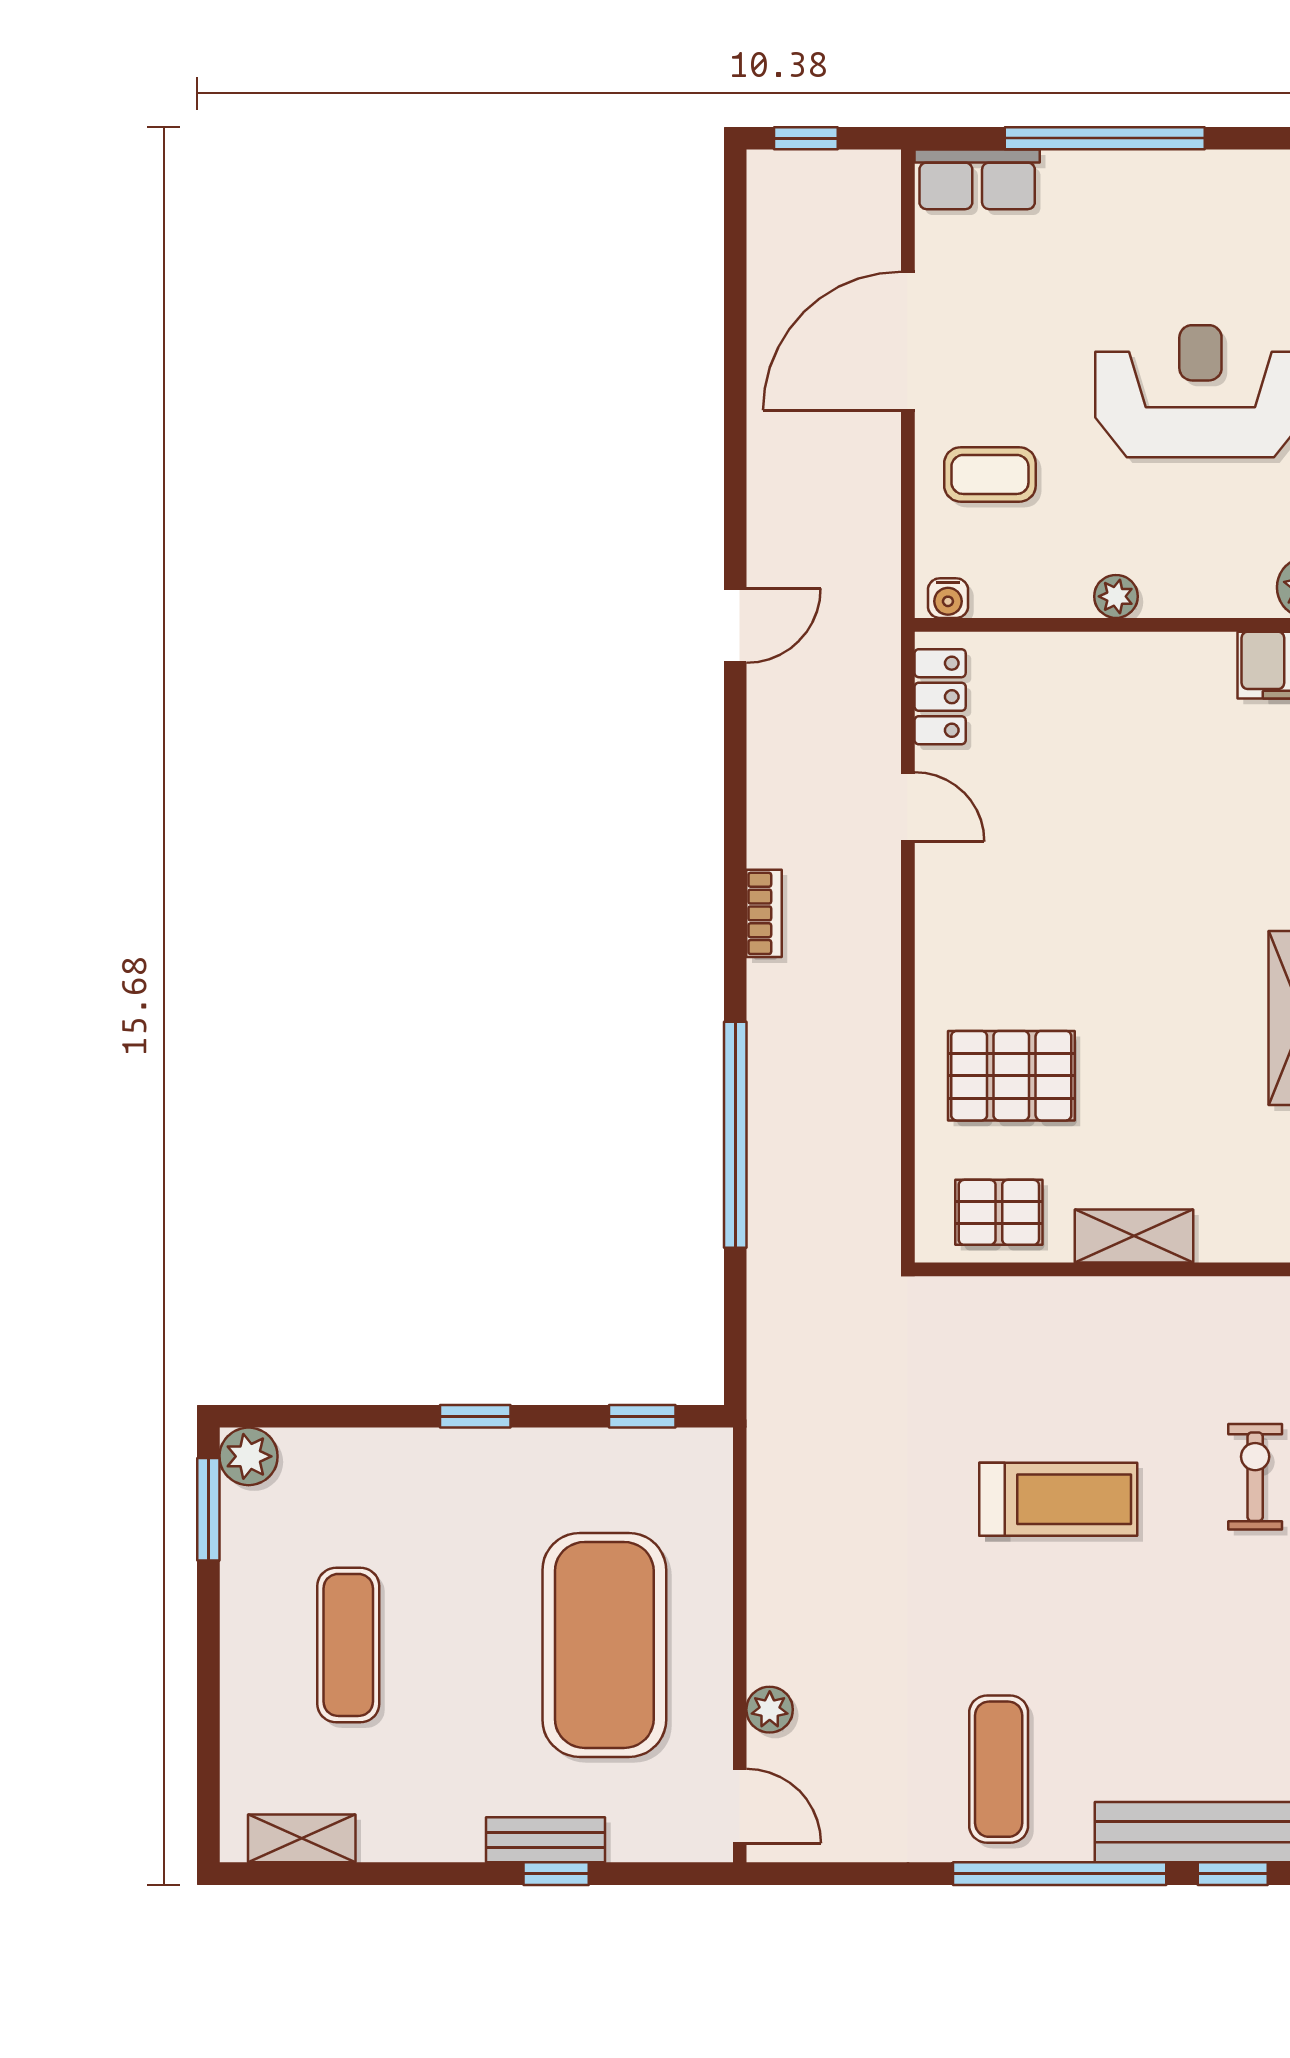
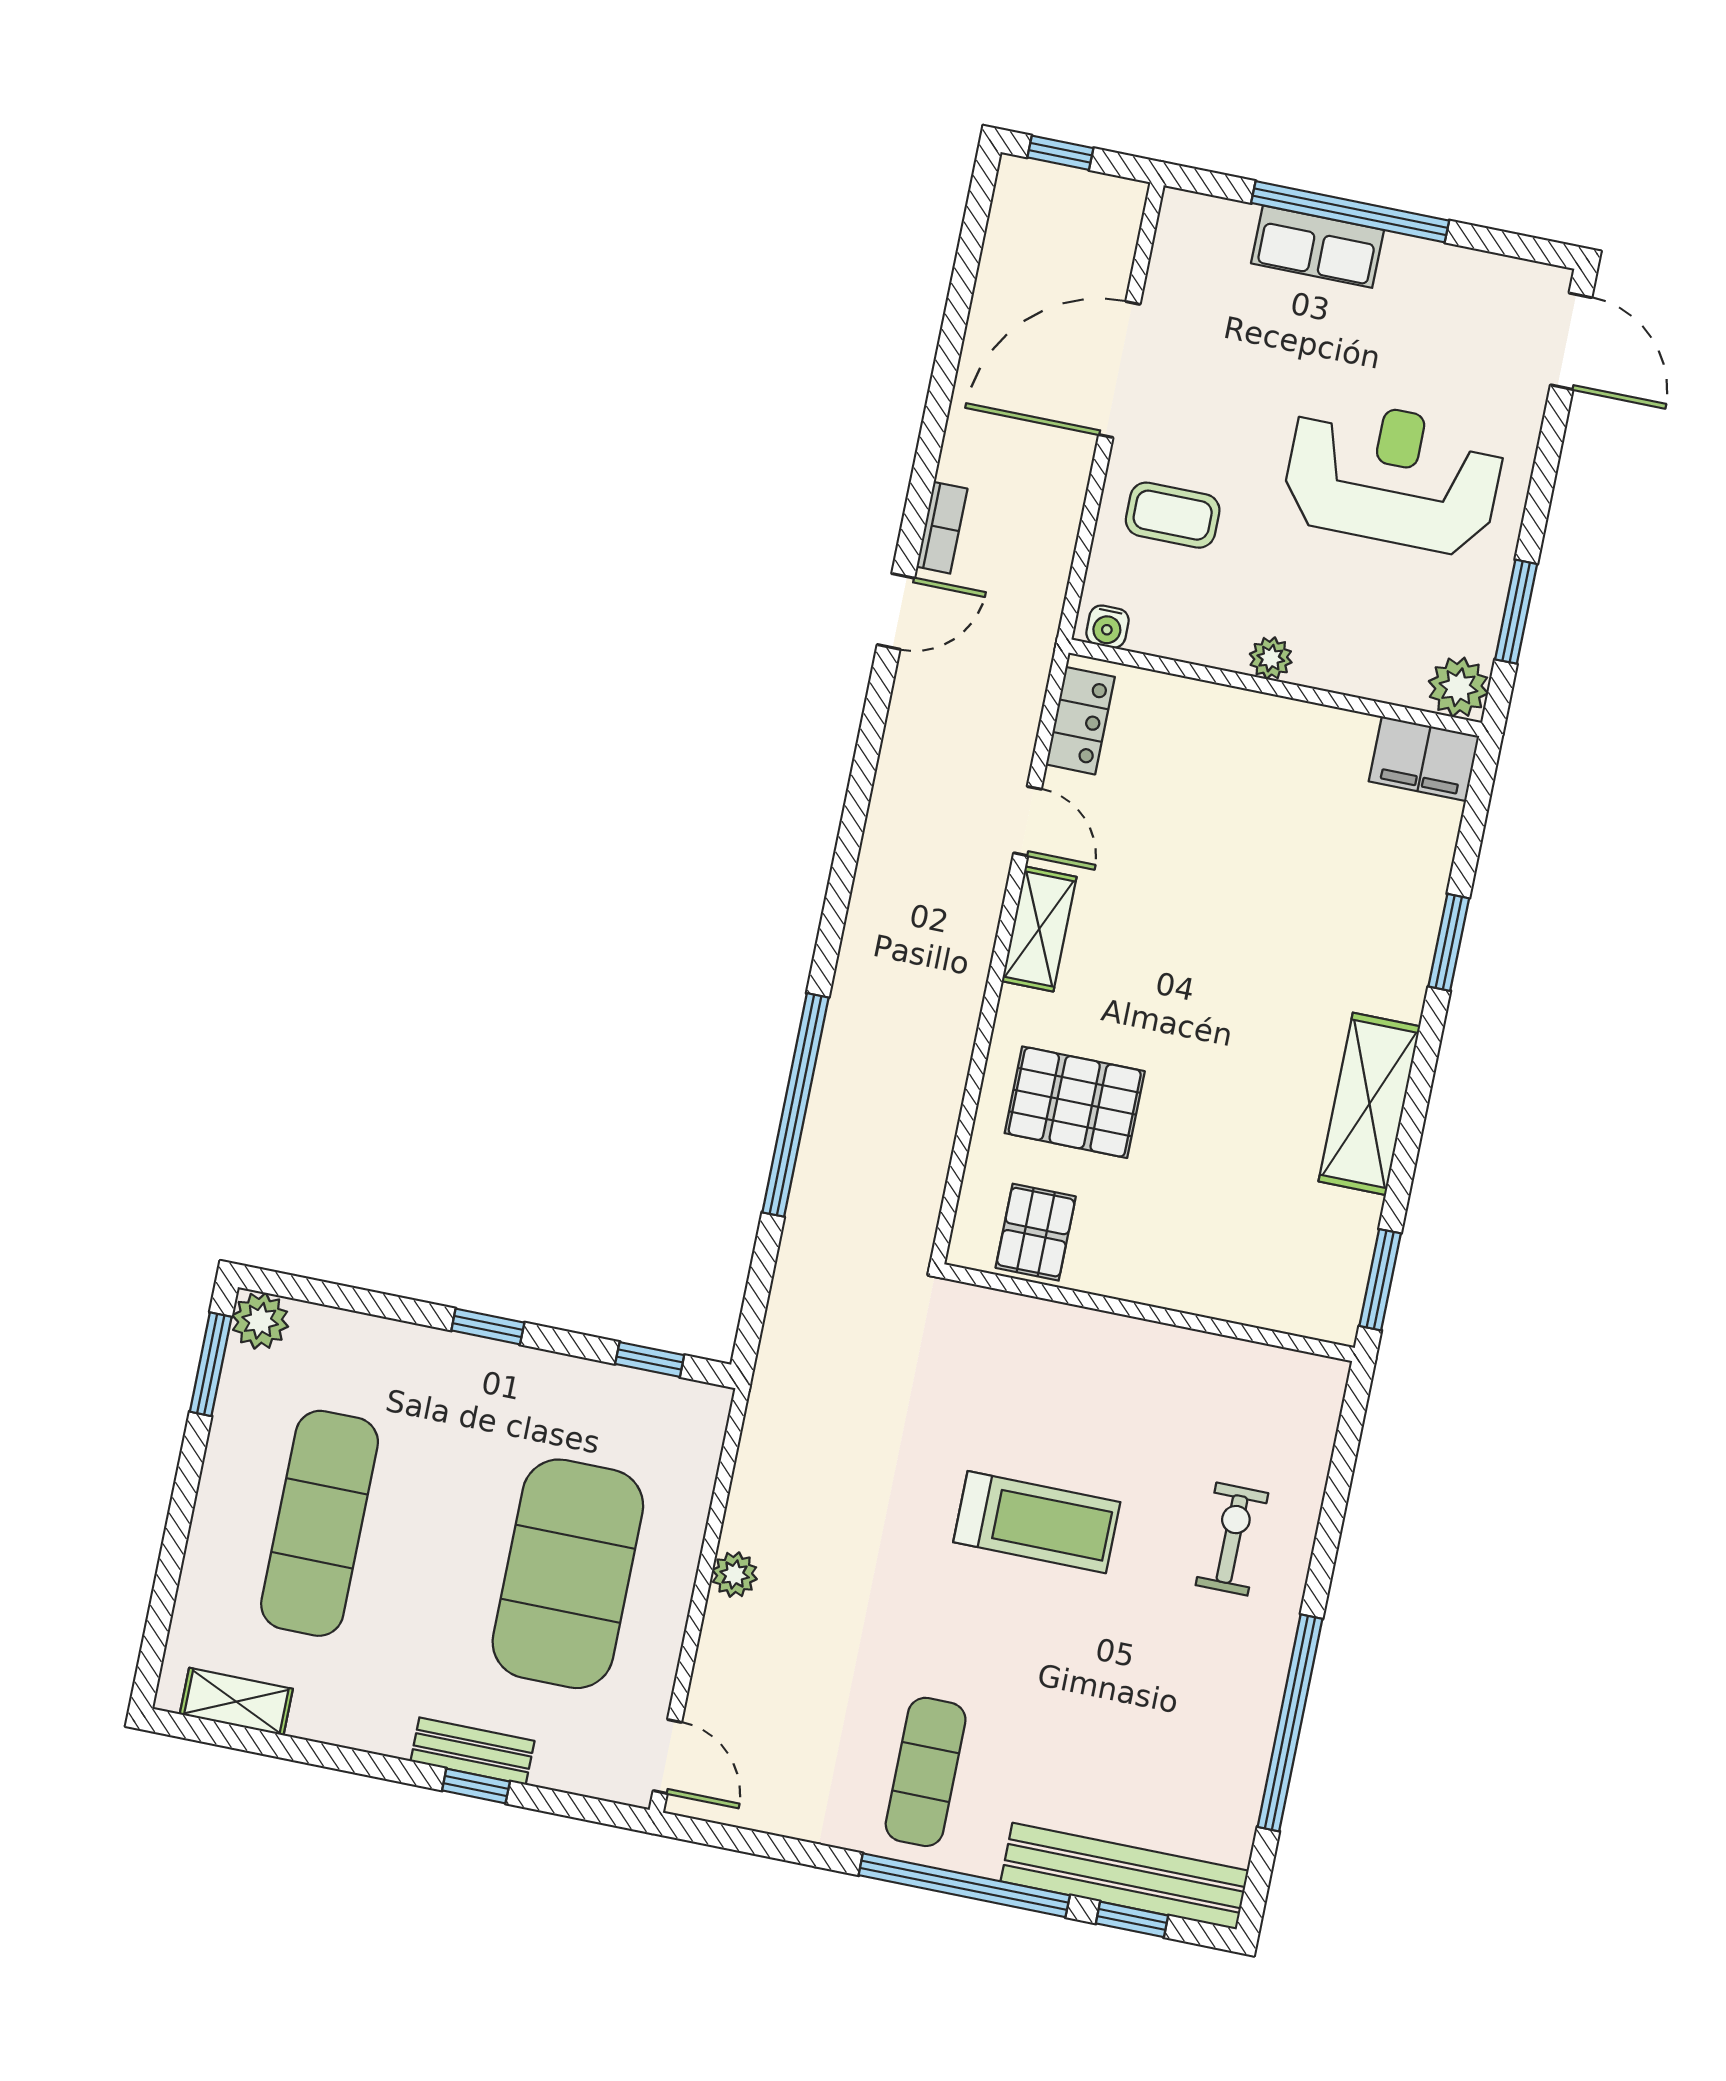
row of seats: (977, 179) -> (1317, 247), moved
bookcase: (764, 913) -> (942, 528), moved
pallet: (999, 1212) -> (1036, 1232), turned 90
shelving: (1134, 1236) -> (1039, 929), moved, turned 90
exercise mat: (348, 1645) -> (320, 1523), width x1.36, depth x1.45
plant: (770, 1710) -> (735, 1575), moved

